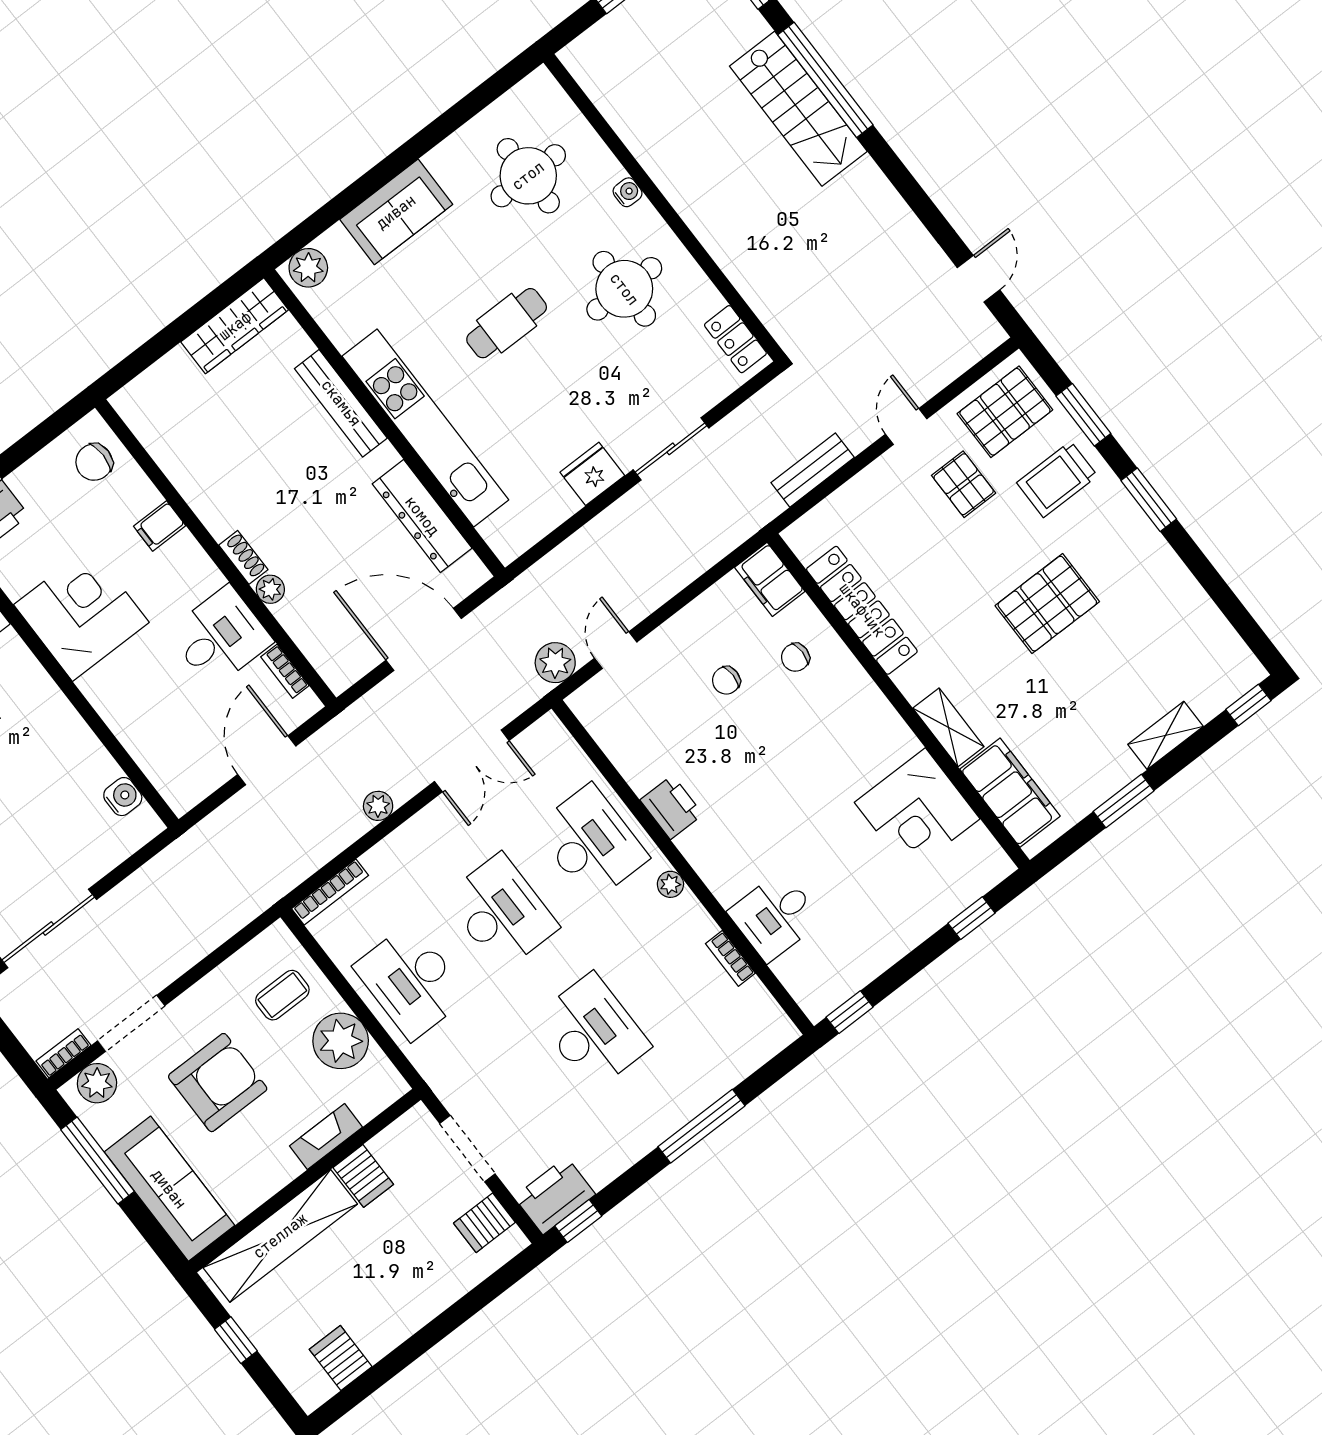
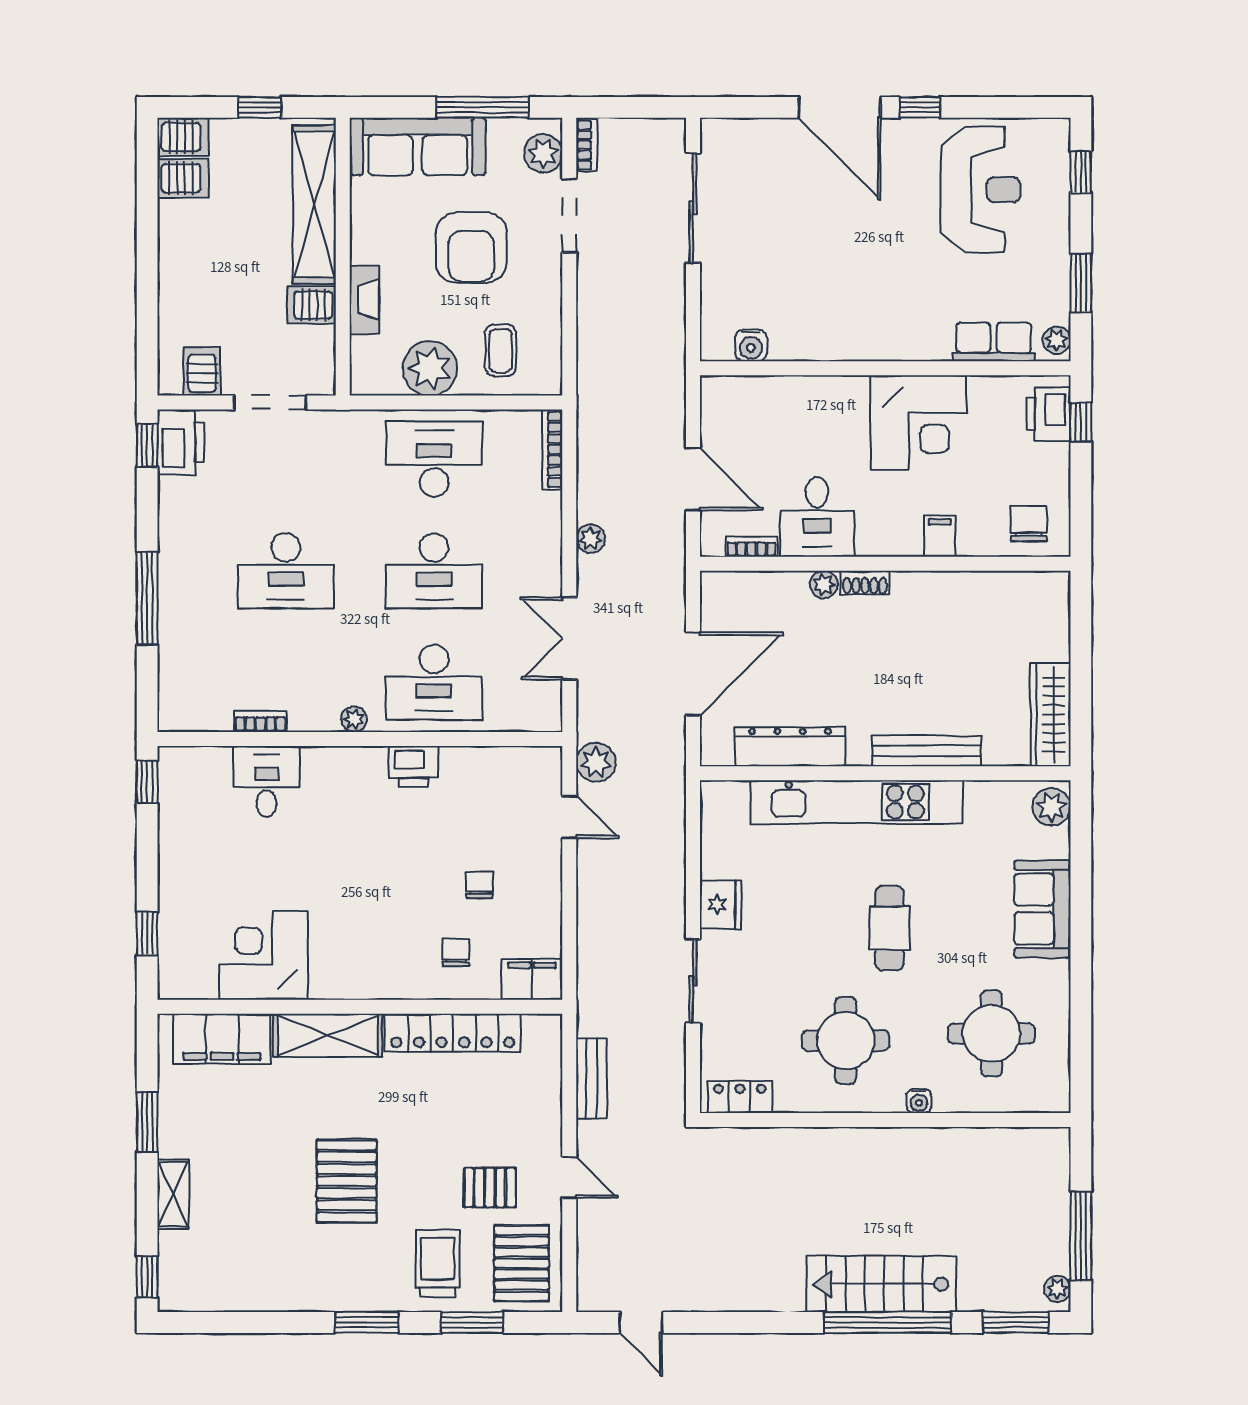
shelving: (948, 727) -> (328, 1035), width x1.50, depth x1.33
server rack: (307, 1384) -> (183, 137), added

